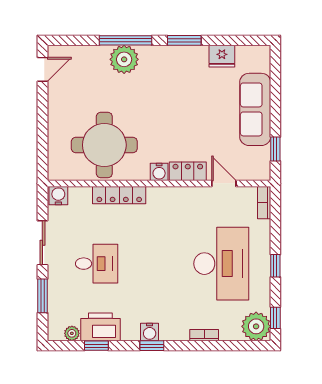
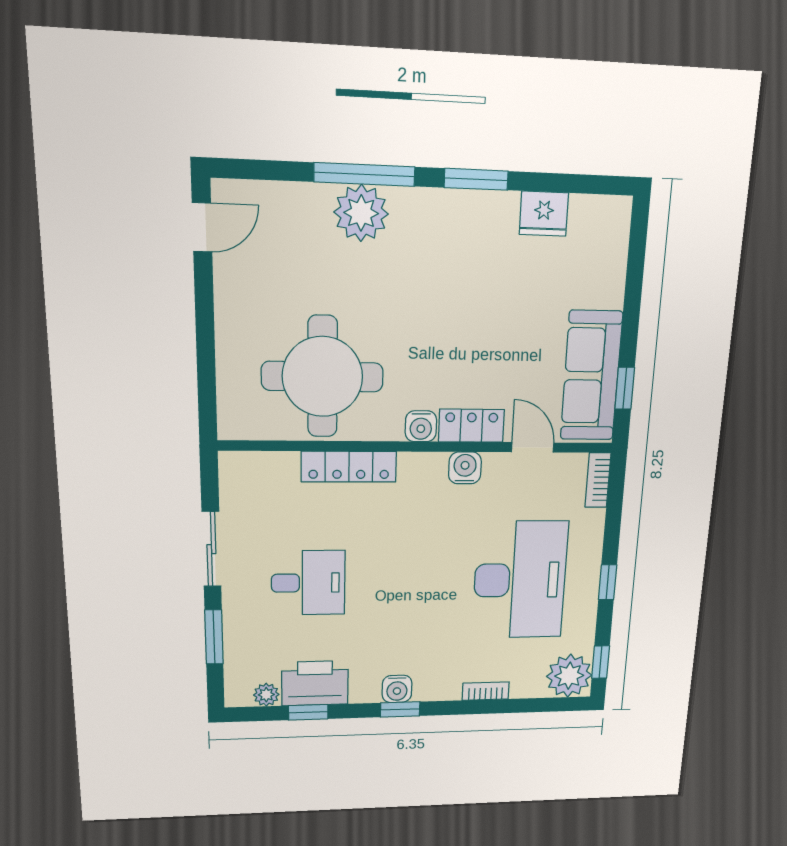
sofa: (255, 109) -> (591, 376), moved
water cooler: (58, 196) -> (465, 468), moved

